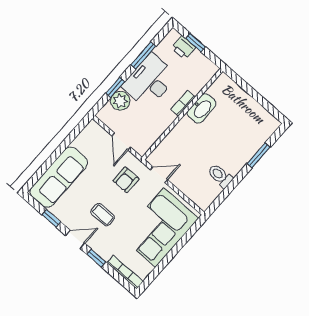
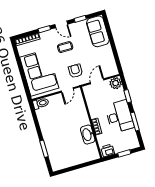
printer: (183, 48) -> (108, 151), moved
plant: (120, 101) -> (116, 83), moved
door: (121, 142) -> (97, 81), hinge flipped
toilet: (220, 176) -> (41, 103), moved
sofa: (59, 177) -> (98, 31), width x0.73
door: (75, 239) -> (61, 24), hinge flipped

